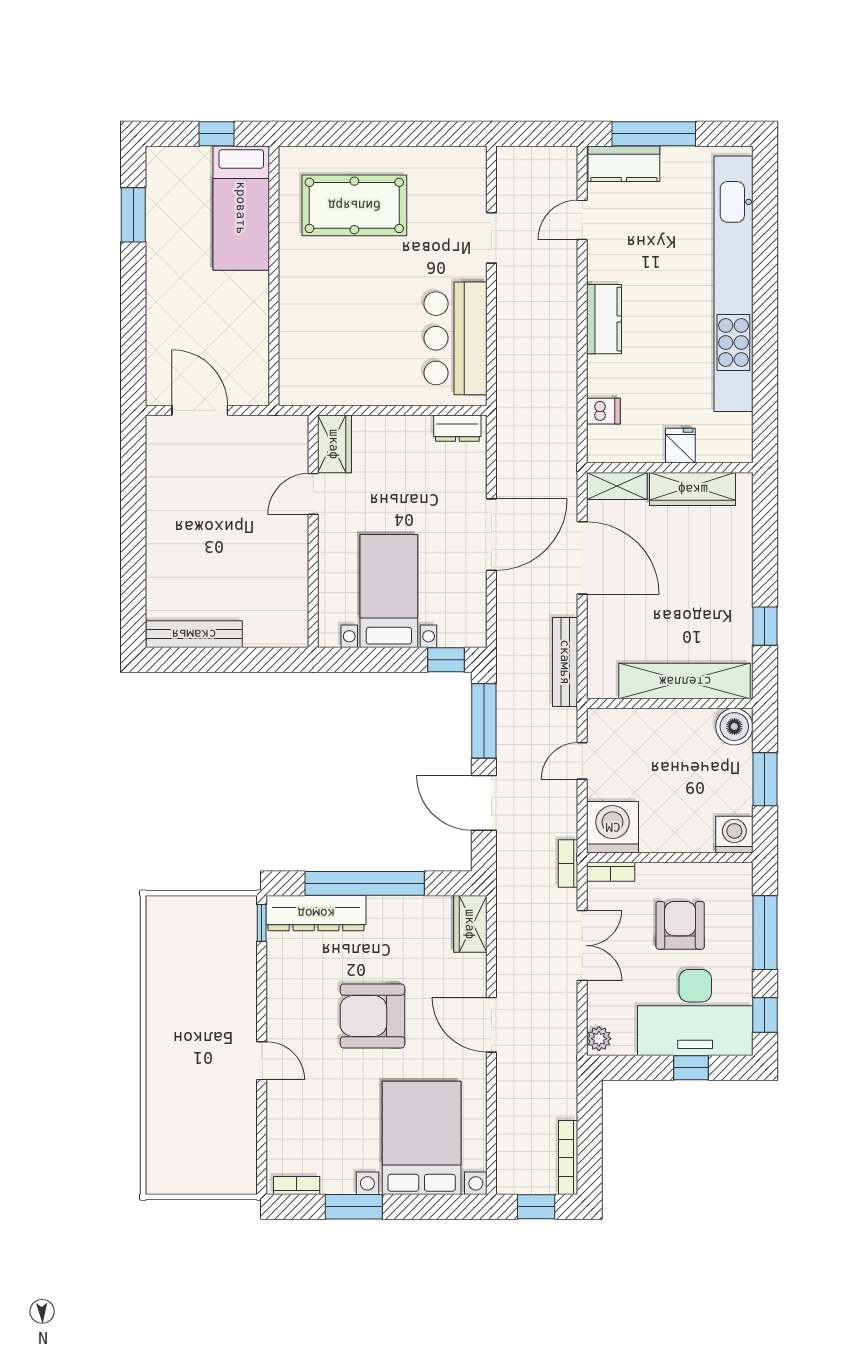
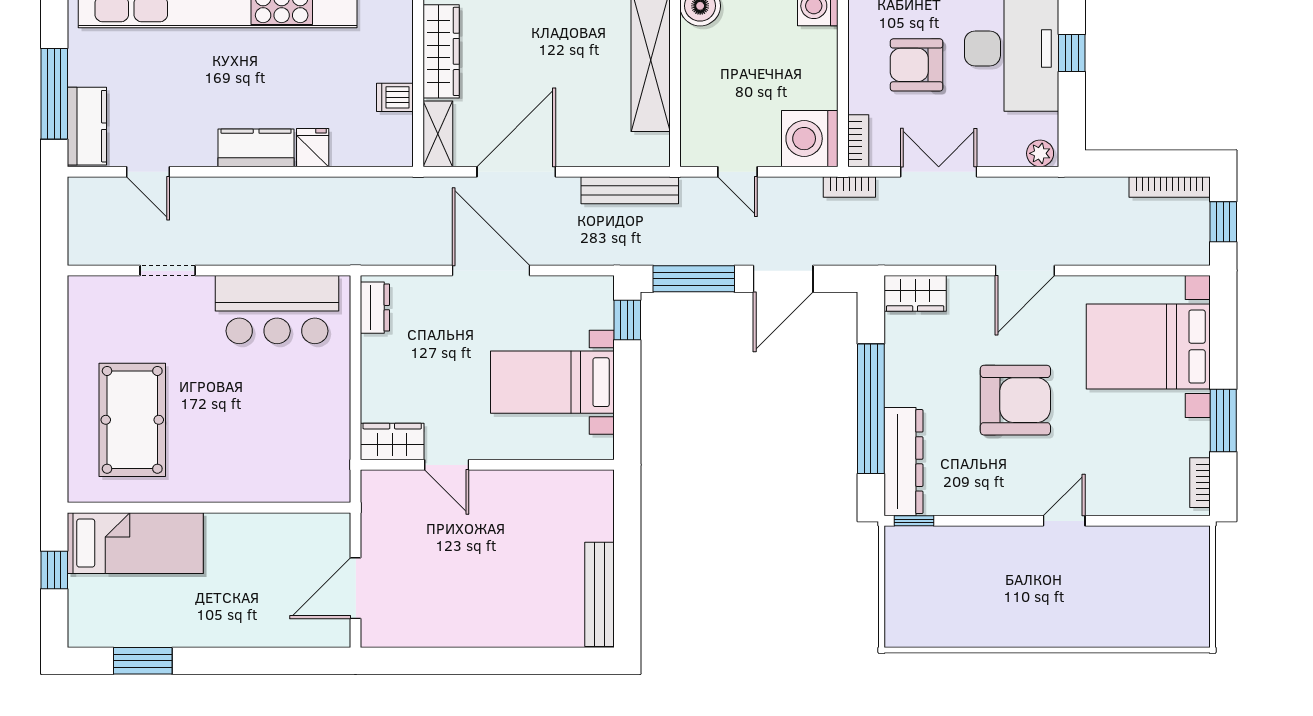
dishwasher: (603, 411) -> (395, 97), moved, turned -90
fridge: (680, 446) -> (313, 148), moved, turned 90
armchair: (372, 1016) -> (1015, 400), turned -90

